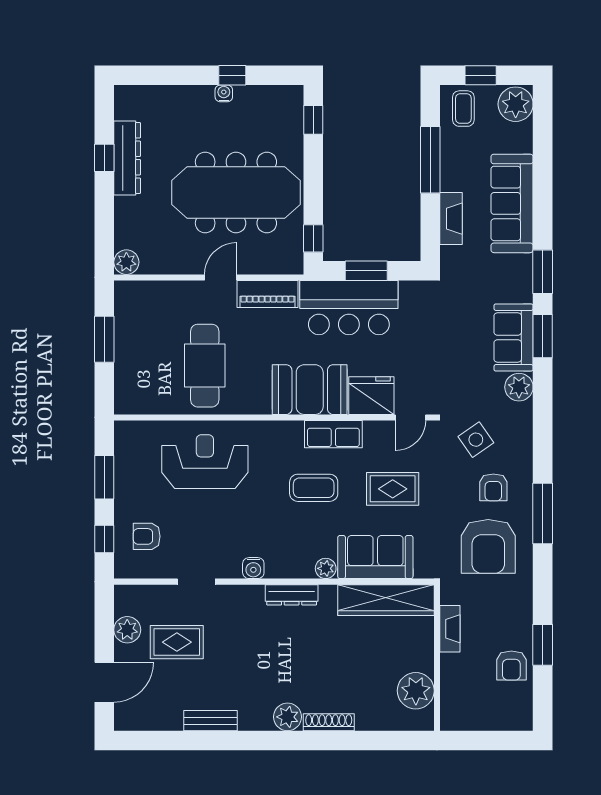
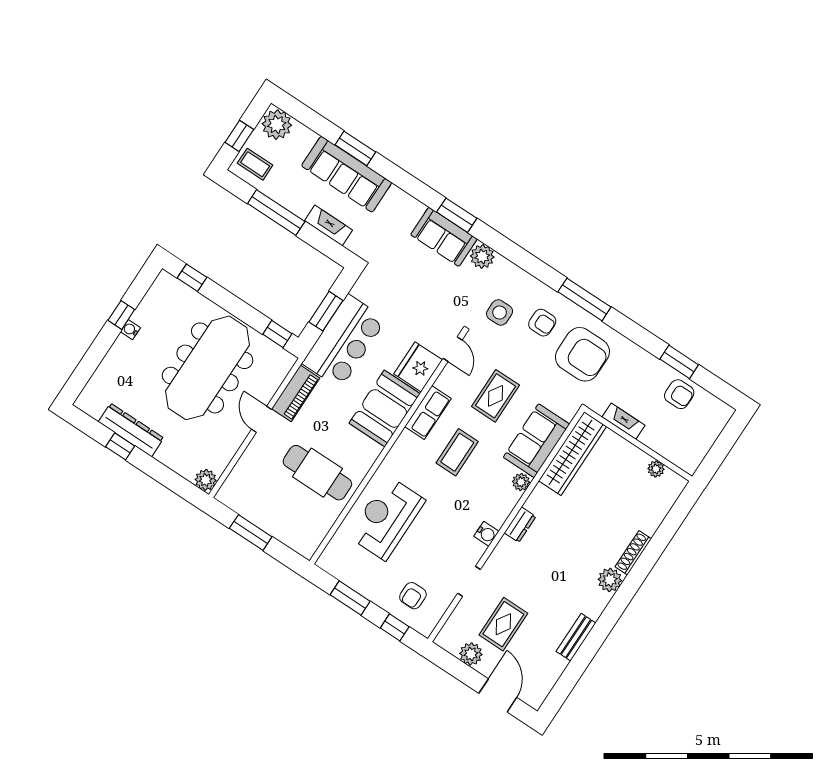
window: (543, 272) -> (355, 148), moved
side table: (476, 440) -> (500, 313), turned 35
dresser: (292, 595) -> (520, 525), width x0.70
plant: (416, 691) -> (656, 469), width x0.53, depth x0.53

